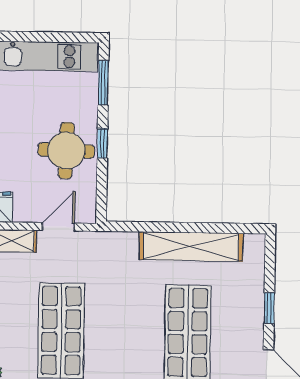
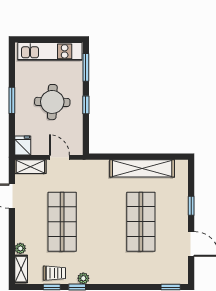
round table: (66, 151) -> (52, 102), moved
door: (58, 227) -> (59, 157), hinge flipped

